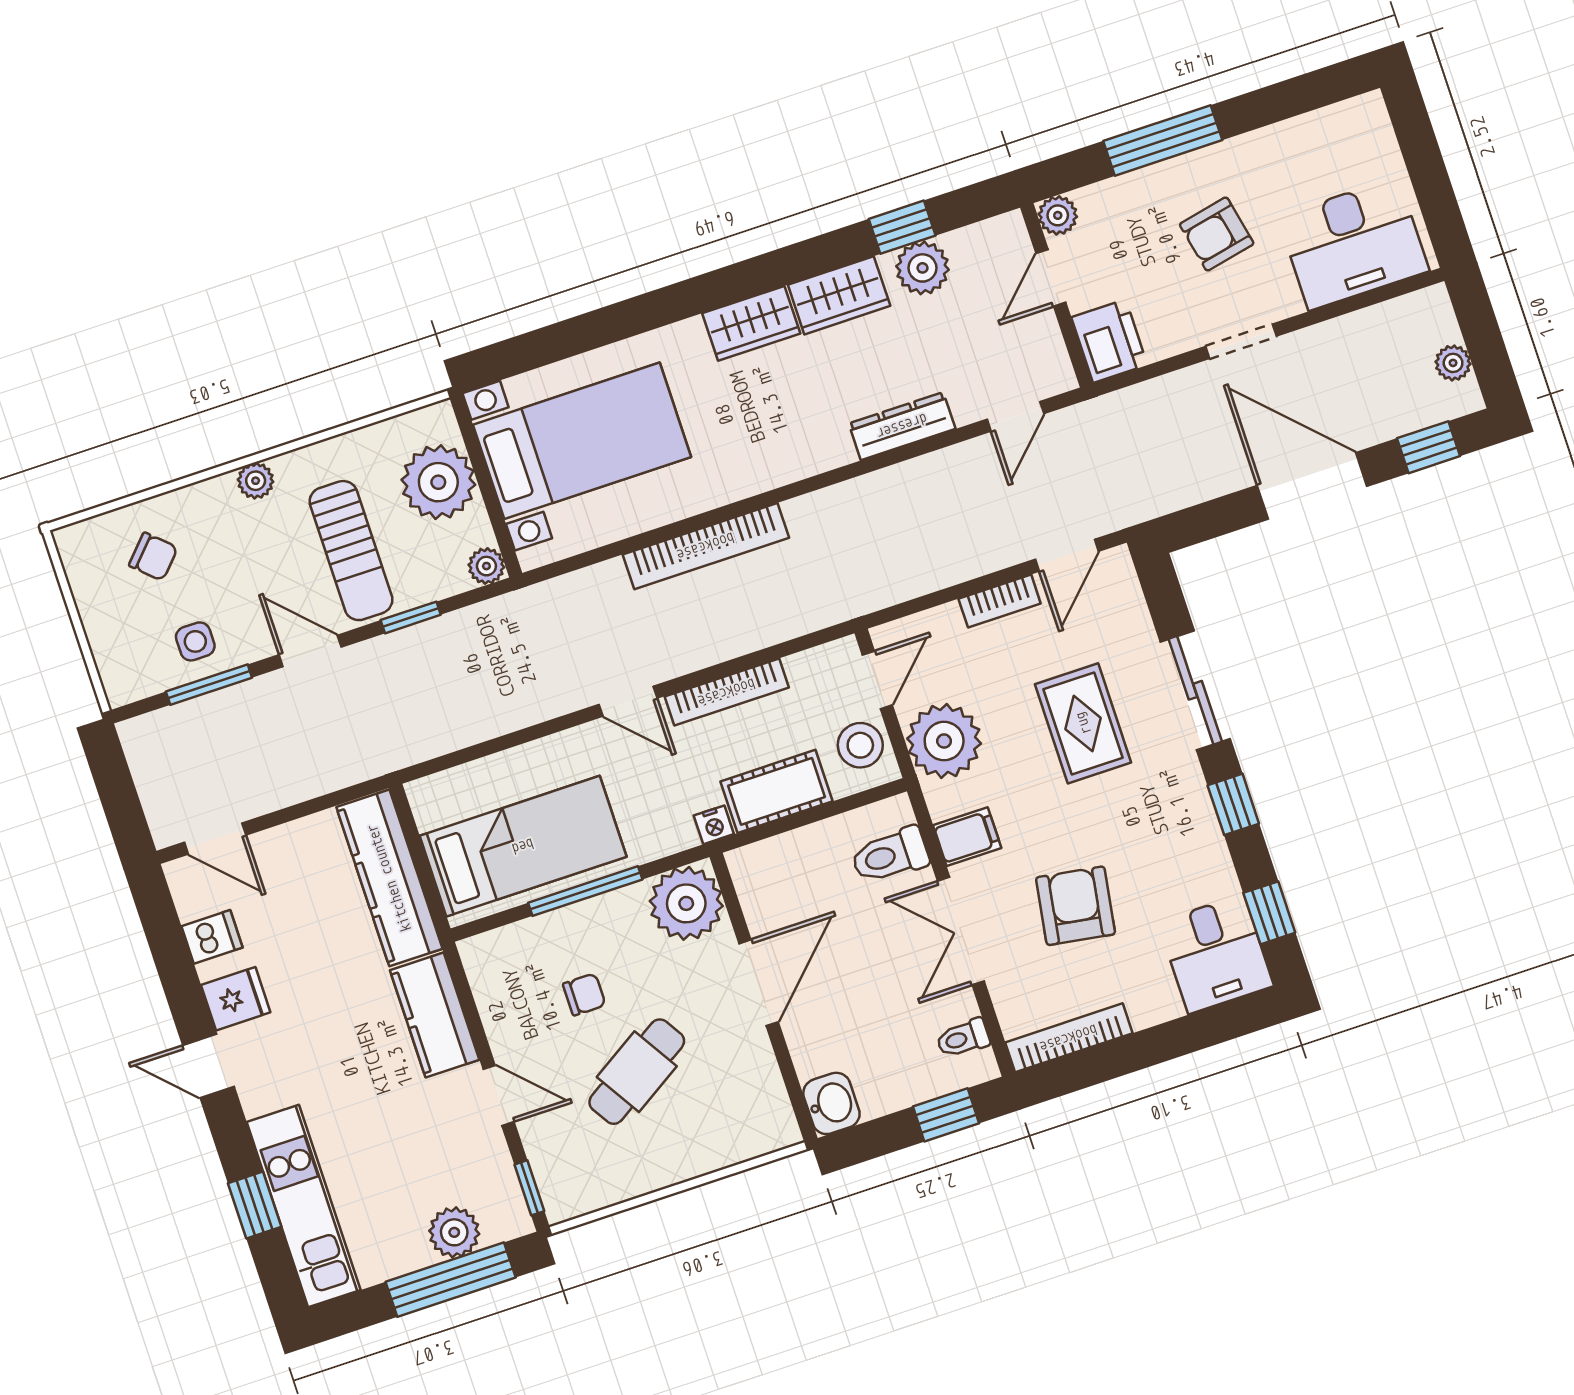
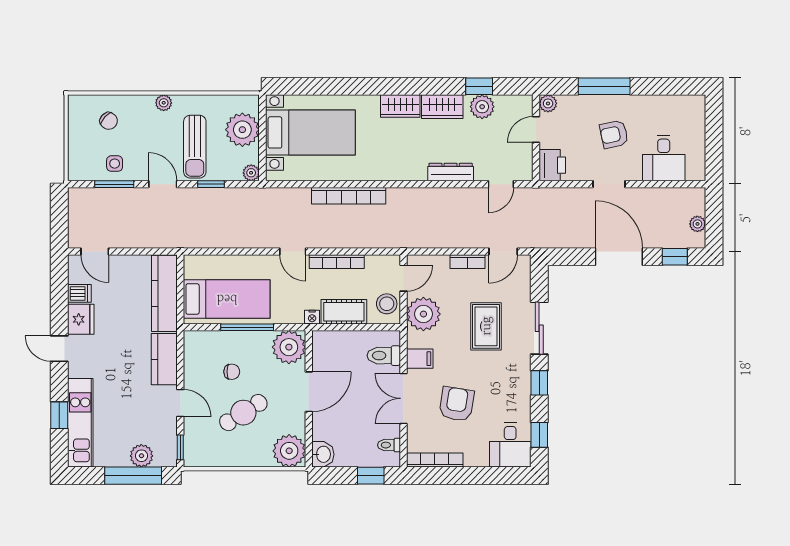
desk: (1353, 244) -> (664, 158), width x0.73
fridge: (236, 999) -> (81, 319), width x1.38
plant: (759, 1120) -> (289, 451), added

